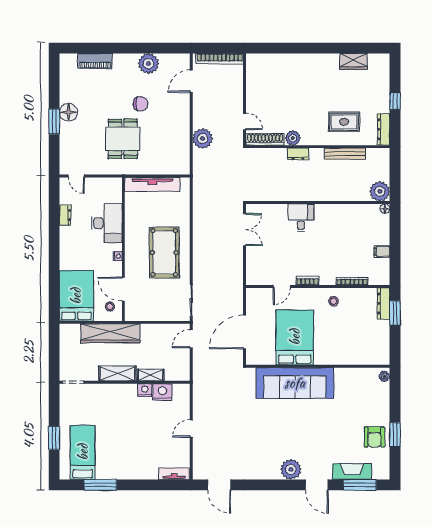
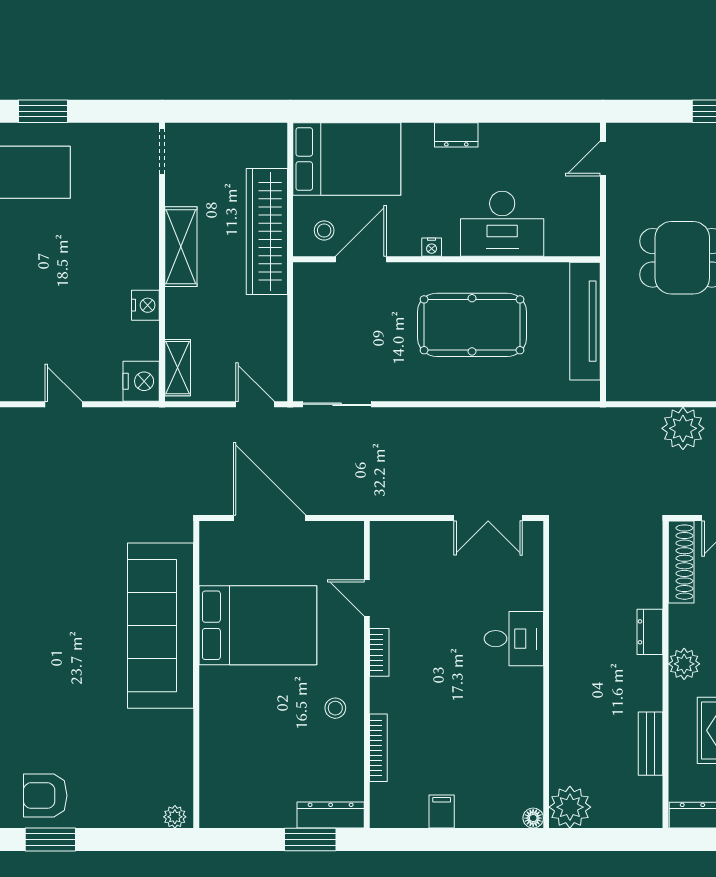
plant: (293, 138) -> (684, 664), moved
bench: (345, 154) -> (651, 744), width x0.73
dresser: (65, 215) -> (456, 135), moved
pool table: (164, 253) -> (472, 325), moved
shelving: (151, 375) -> (178, 368), moved
nightstand: (162, 392) -> (141, 381), moved

